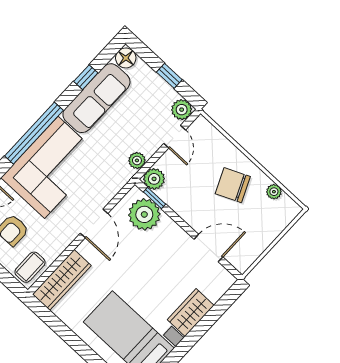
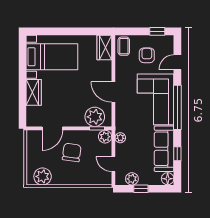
plant: (182, 110) -> (132, 179), moved
chair: (233, 185) -> (72, 152), moved, turned -58
plant: (274, 192) -> (43, 176), width x1.88, depth x1.88
wardrobe: (62, 280) -> (104, 47), width x0.67

